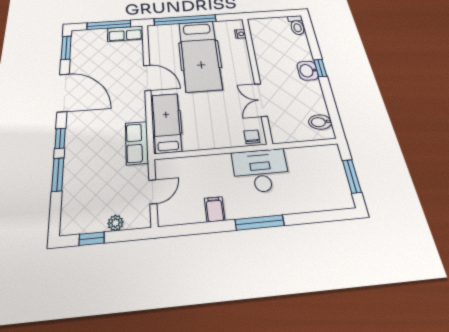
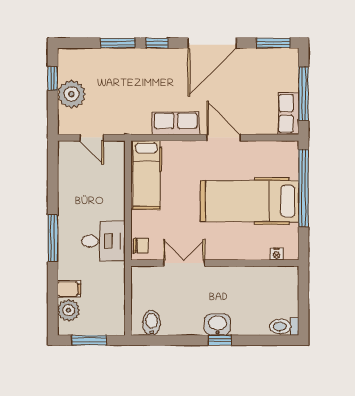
door: (147, 78) -> (224, 138), swing flipped
hospital bed: (167, 123) -> (146, 175), moved, turned 90
row of seats: (137, 143) -> (176, 123), moved
desk: (261, 171) -> (103, 241), width x0.73
plant: (328, 199) -> (69, 310), added
filing cabinet: (215, 209) -> (69, 289), moved
plant: (115, 223) -> (72, 94), width x1.87, depth x1.87

